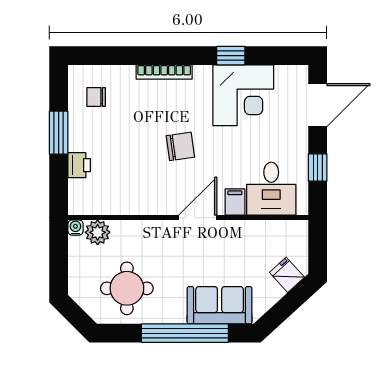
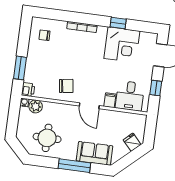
window: (59, 133) -> (20, 68), moved
chair: (180, 146) -> (66, 86), moved
printer: (79, 165) -> (28, 90), moved
door: (198, 218) -> (89, 106), swing flipped
window: (185, 333) -> (74, 166), width x0.68

